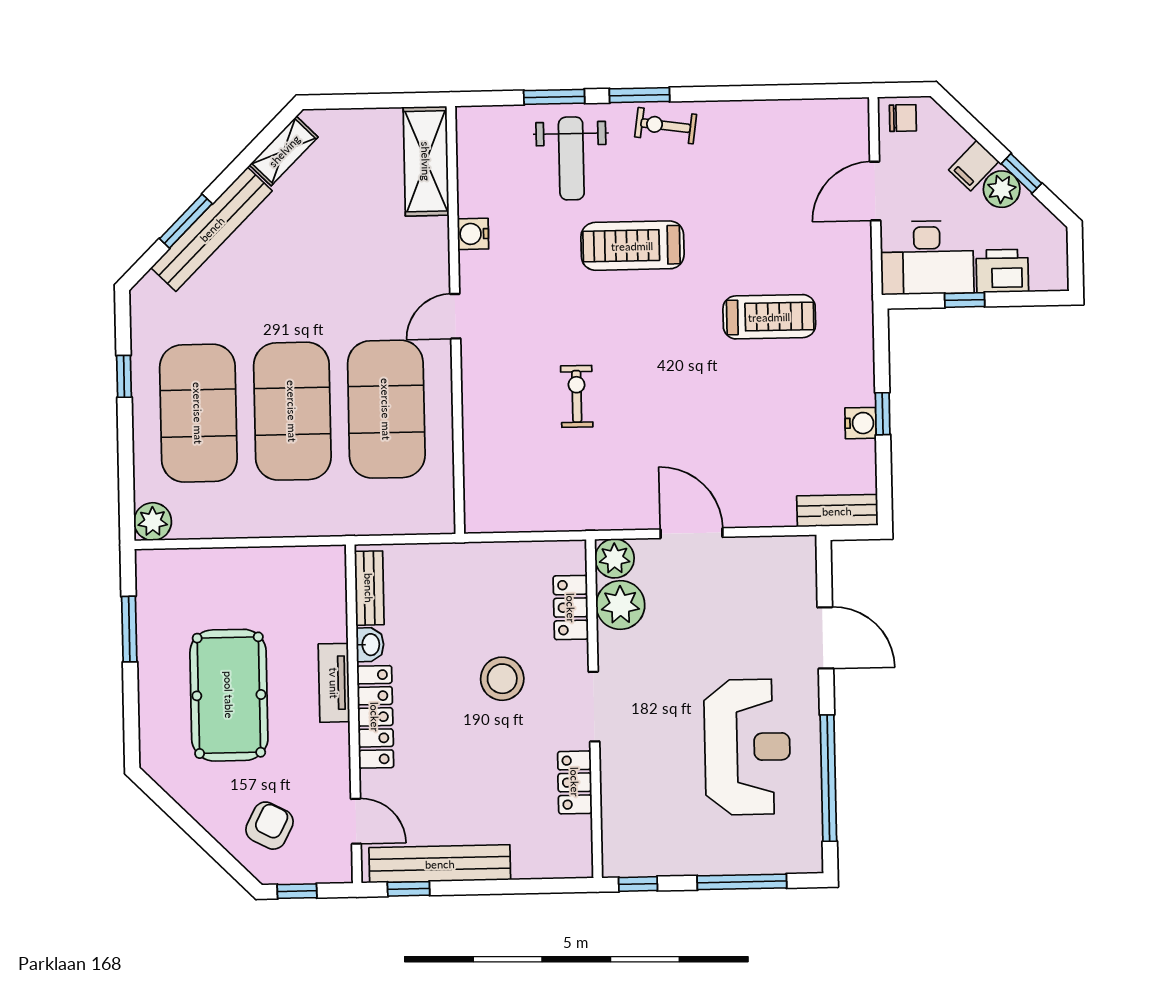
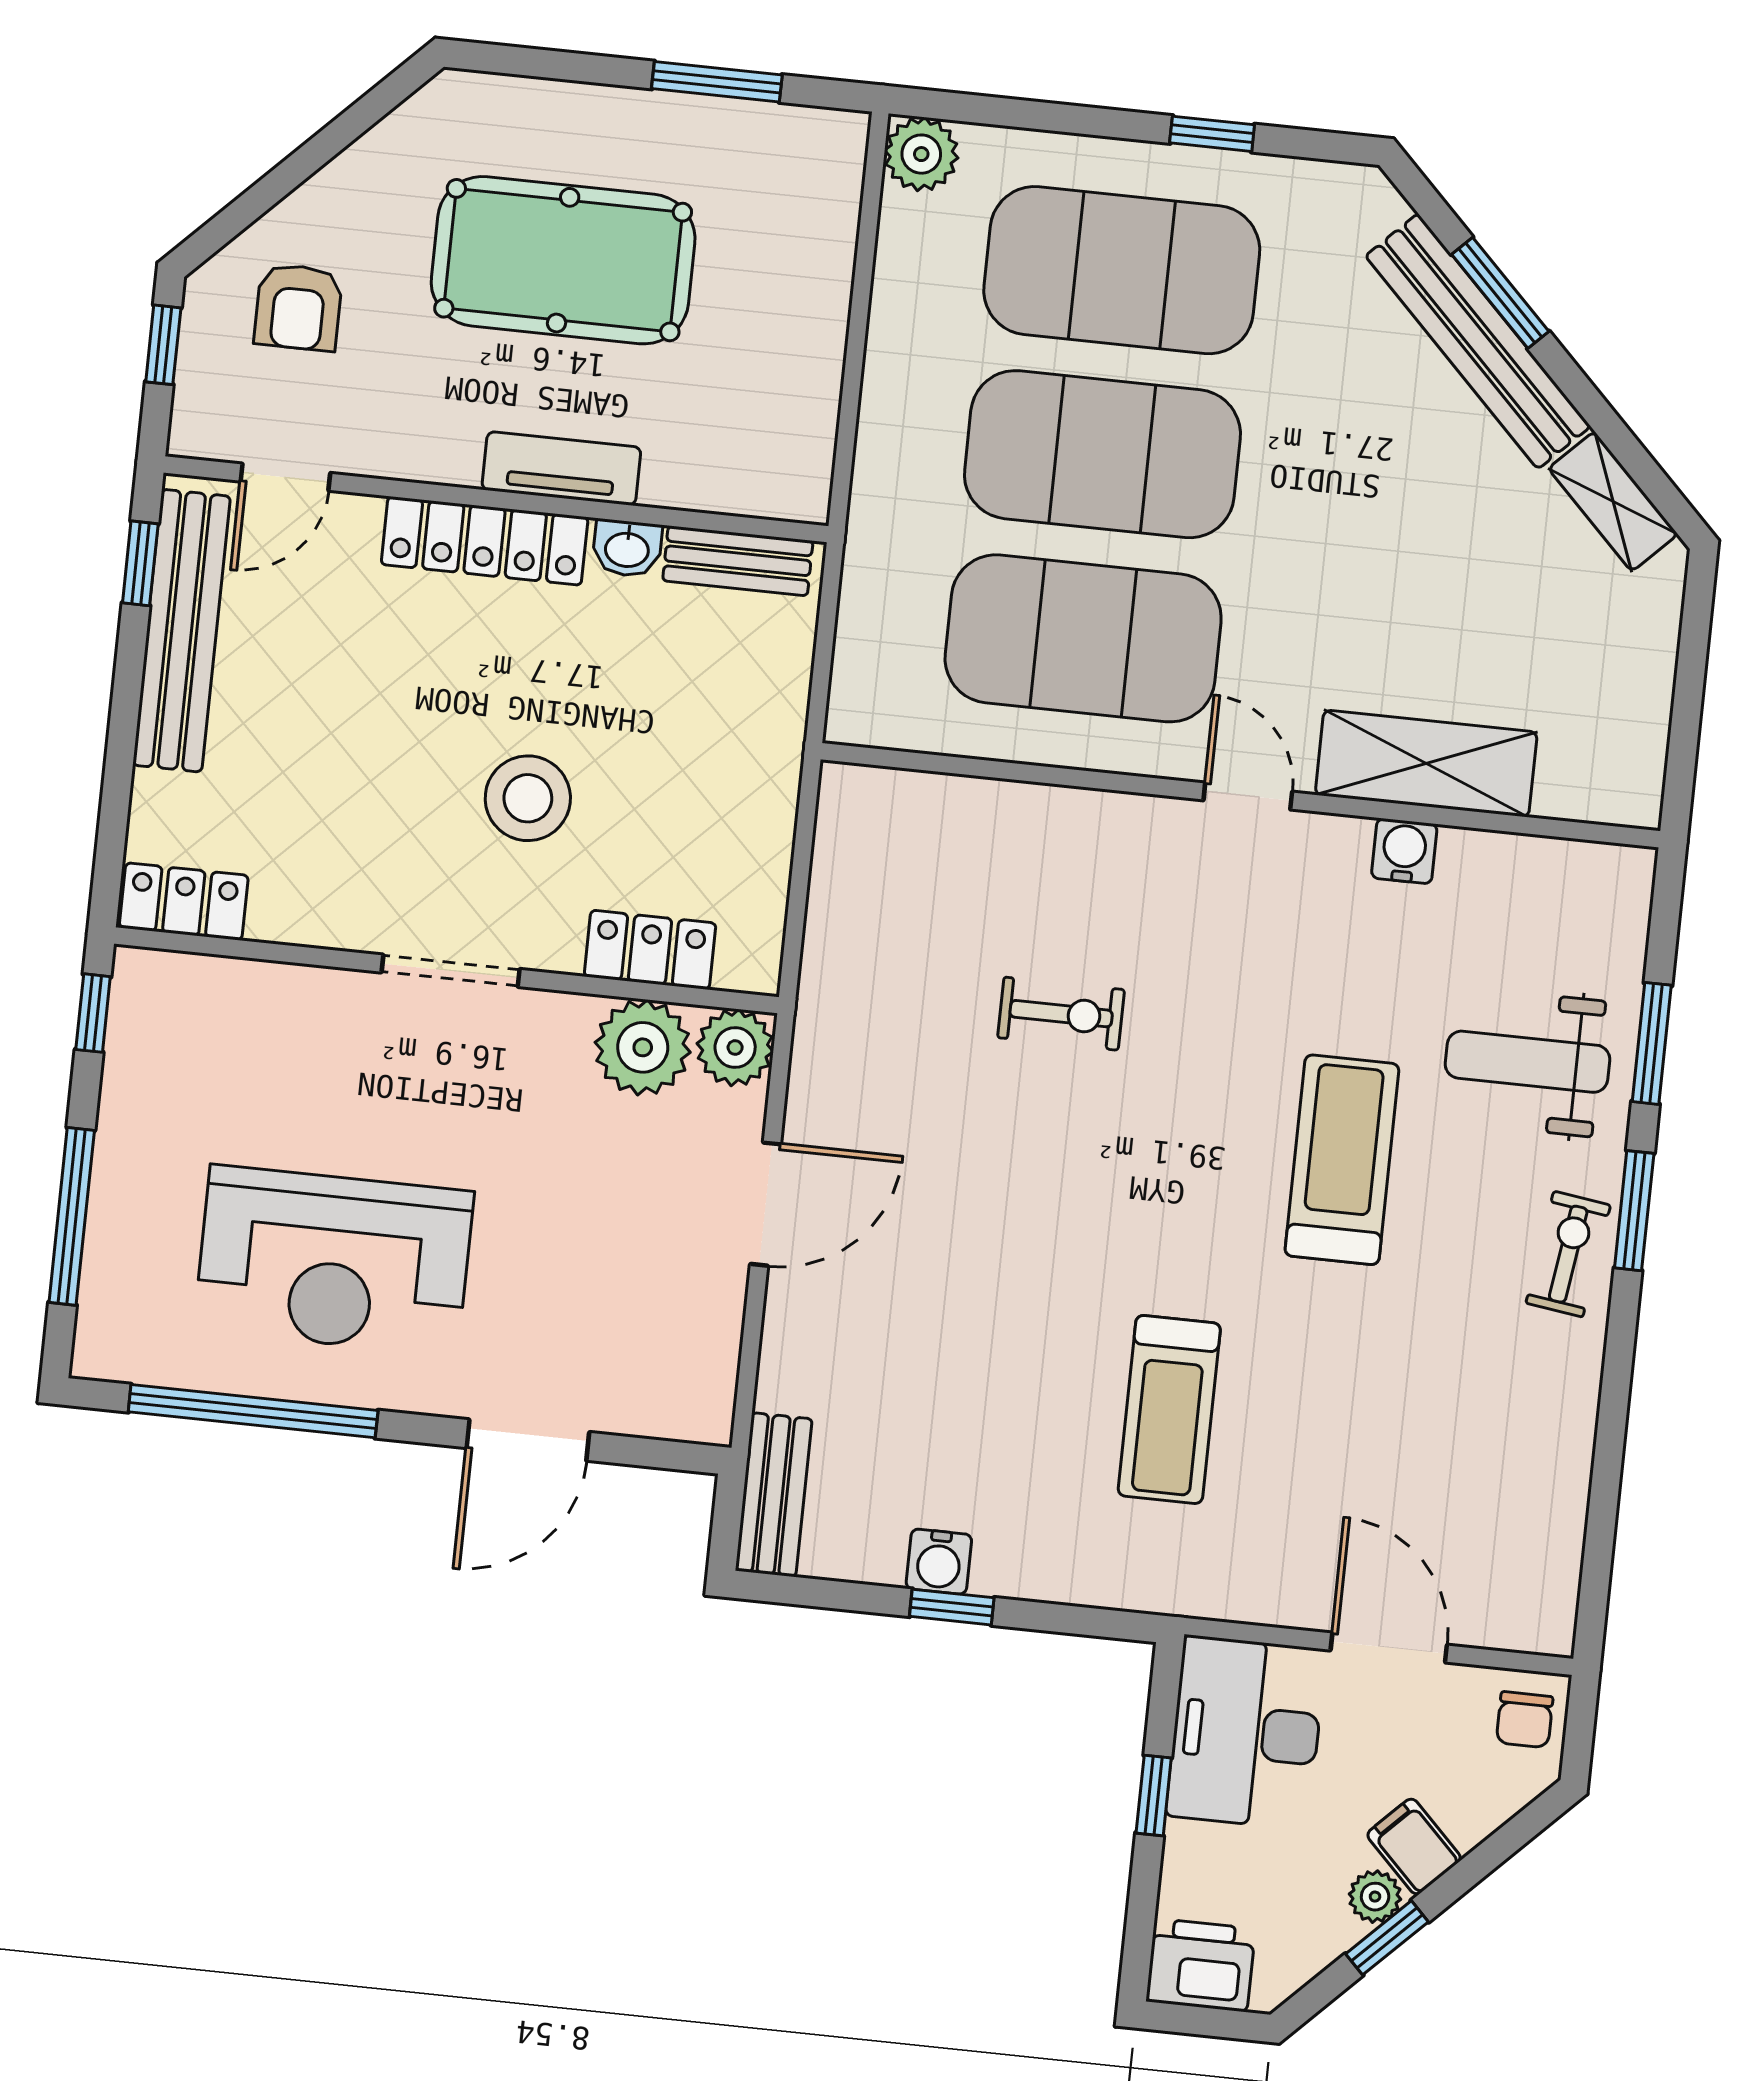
shelving: (426, 161) -> (1426, 763), moved
plant: (1002, 189) -> (1375, 1897), width x0.73, depth x0.73
printer: (1002, 271) -> (1201, 1965), moved, turned -90
locker: (575, 782) -> (184, 902), moved
armchair: (269, 826) -> (298, 307), turned 63

